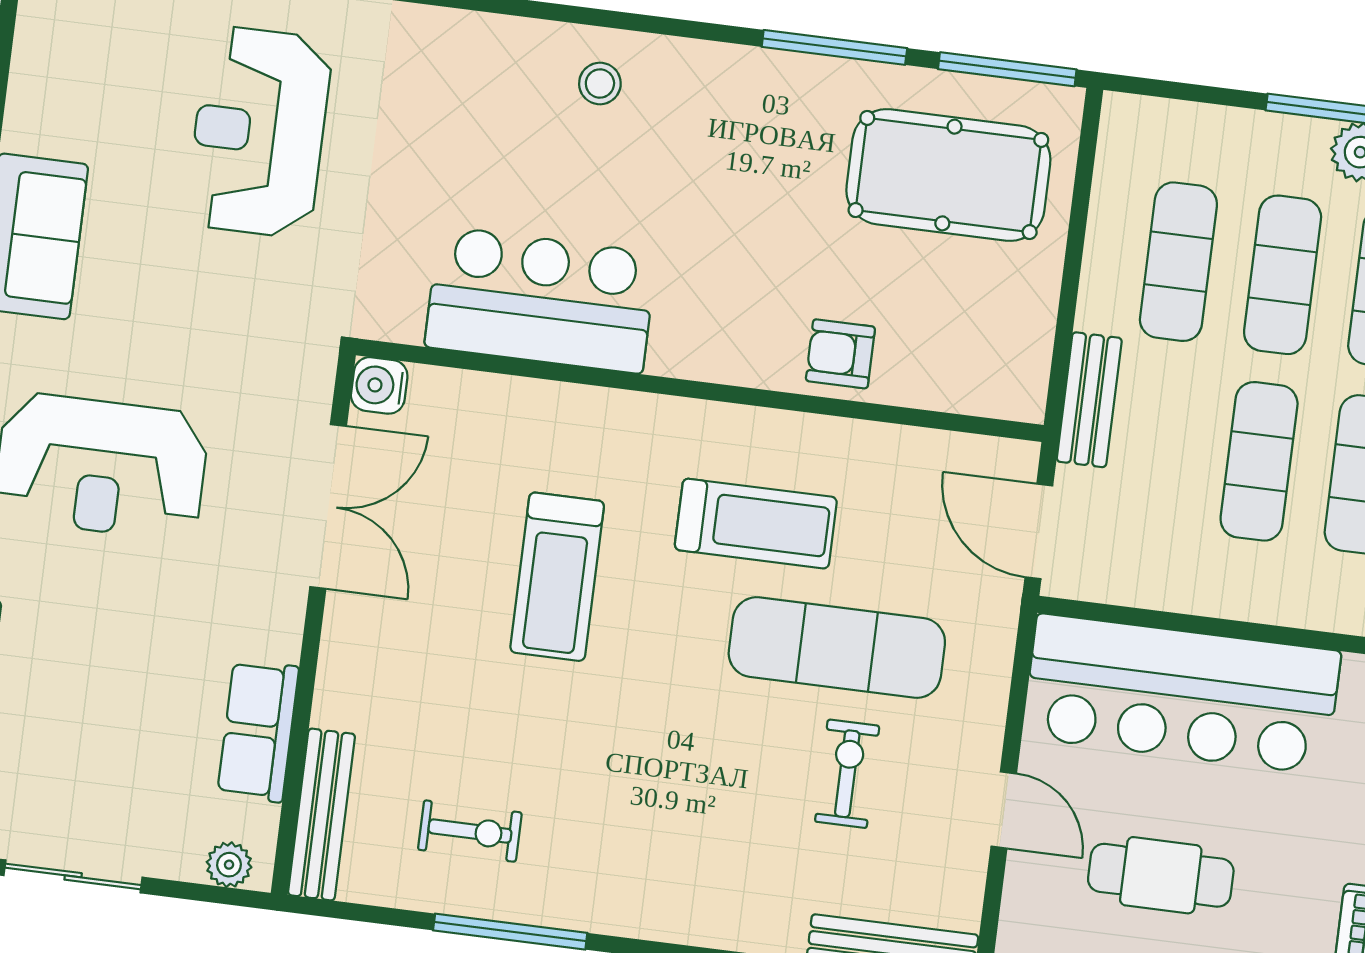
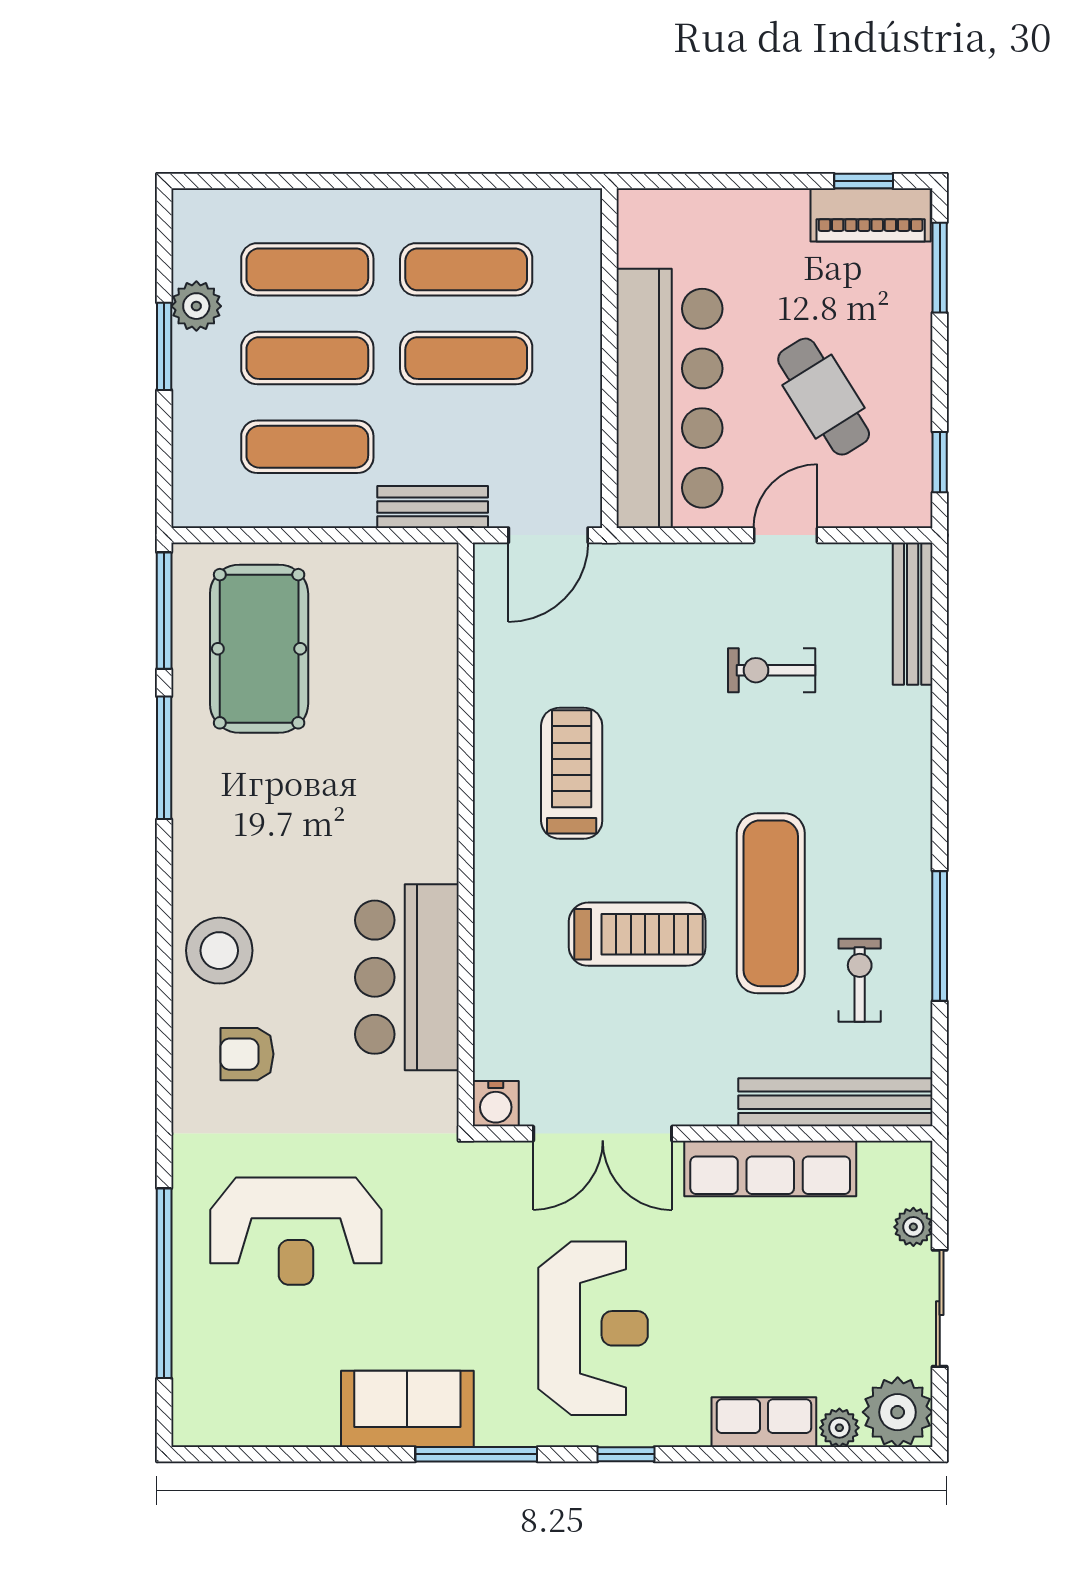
stool: (600, 83) -> (219, 951), width x1.89, depth x1.89
armchair: (840, 354) -> (247, 1054), moved, turned 90
double door: (328, 507) -> (603, 1134), swing flipped
exercise mat: (837, 647) -> (771, 903), moved
row of seats: (258, 731) -> (770, 1169), width x1.48
bench: (322, 815) -> (835, 1102), width x1.37, depth x1.21
plant: (229, 865) -> (913, 1227), moved
cafe table: (1161, 875) -> (824, 397), turned -32

